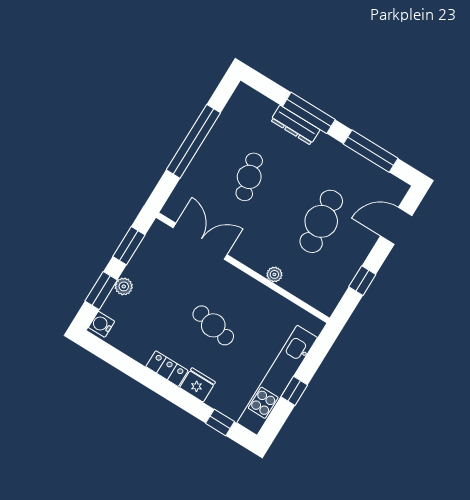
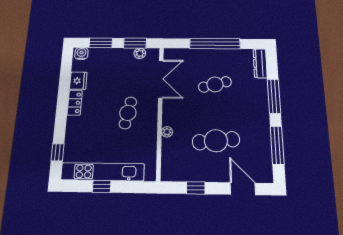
dresser: (295, 125) -> (260, 63), moved
plant: (124, 286) -> (140, 53), moved
cafe table: (213, 325) -> (128, 113), moved
fridge: (198, 385) -> (78, 81), moved

